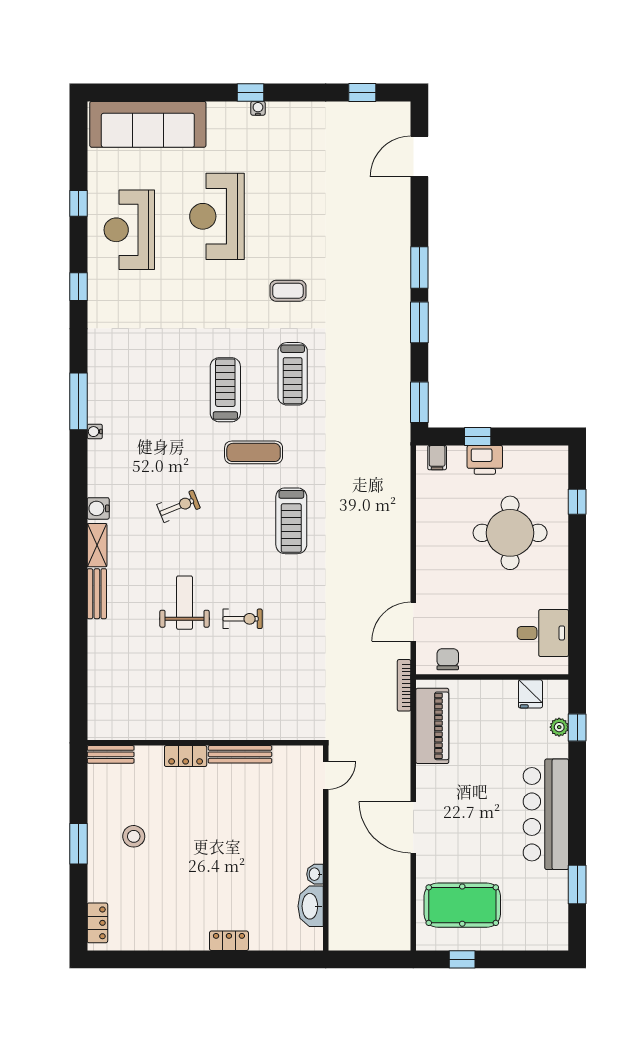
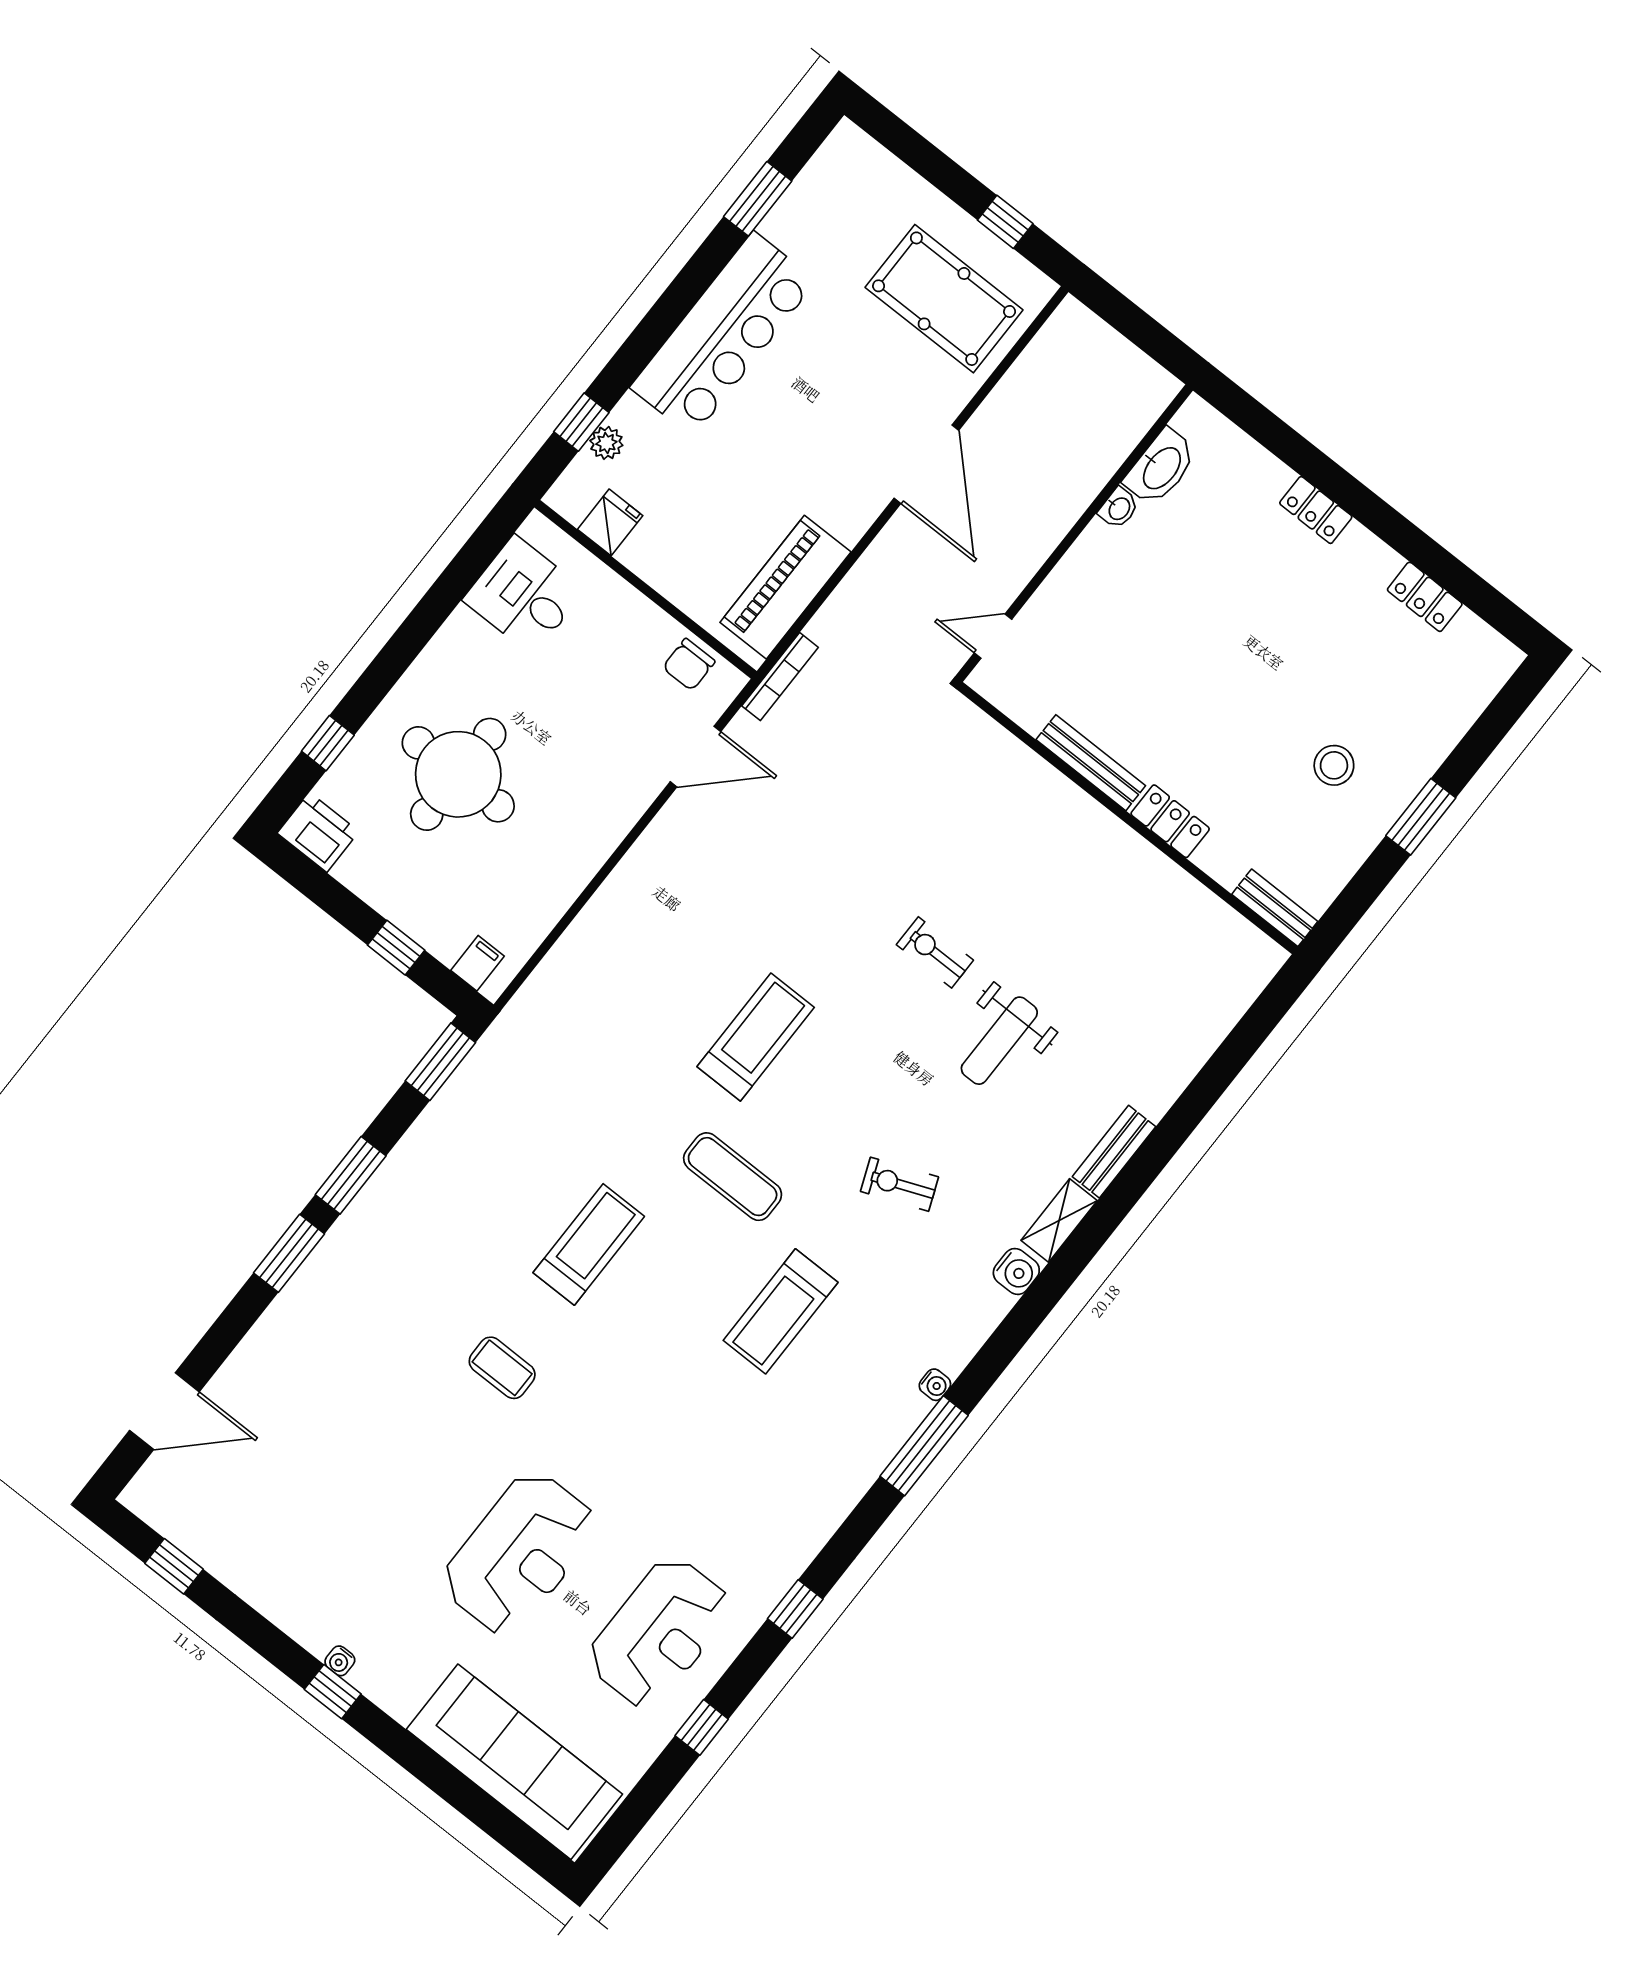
treadmill: (225, 390) -> (781, 1311), moved
printer: (485, 460) -> (318, 832), moved
locker: (97, 923) -> (1425, 597), moved, turned -90

